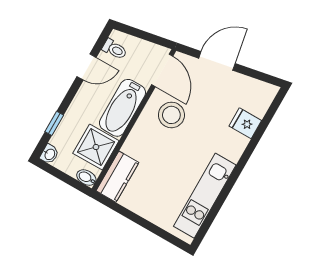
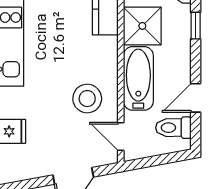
toilet: (115, 49) -> (173, 128), width x1.37, depth x1.39
door: (162, 70) -> (121, 136), width x0.73

